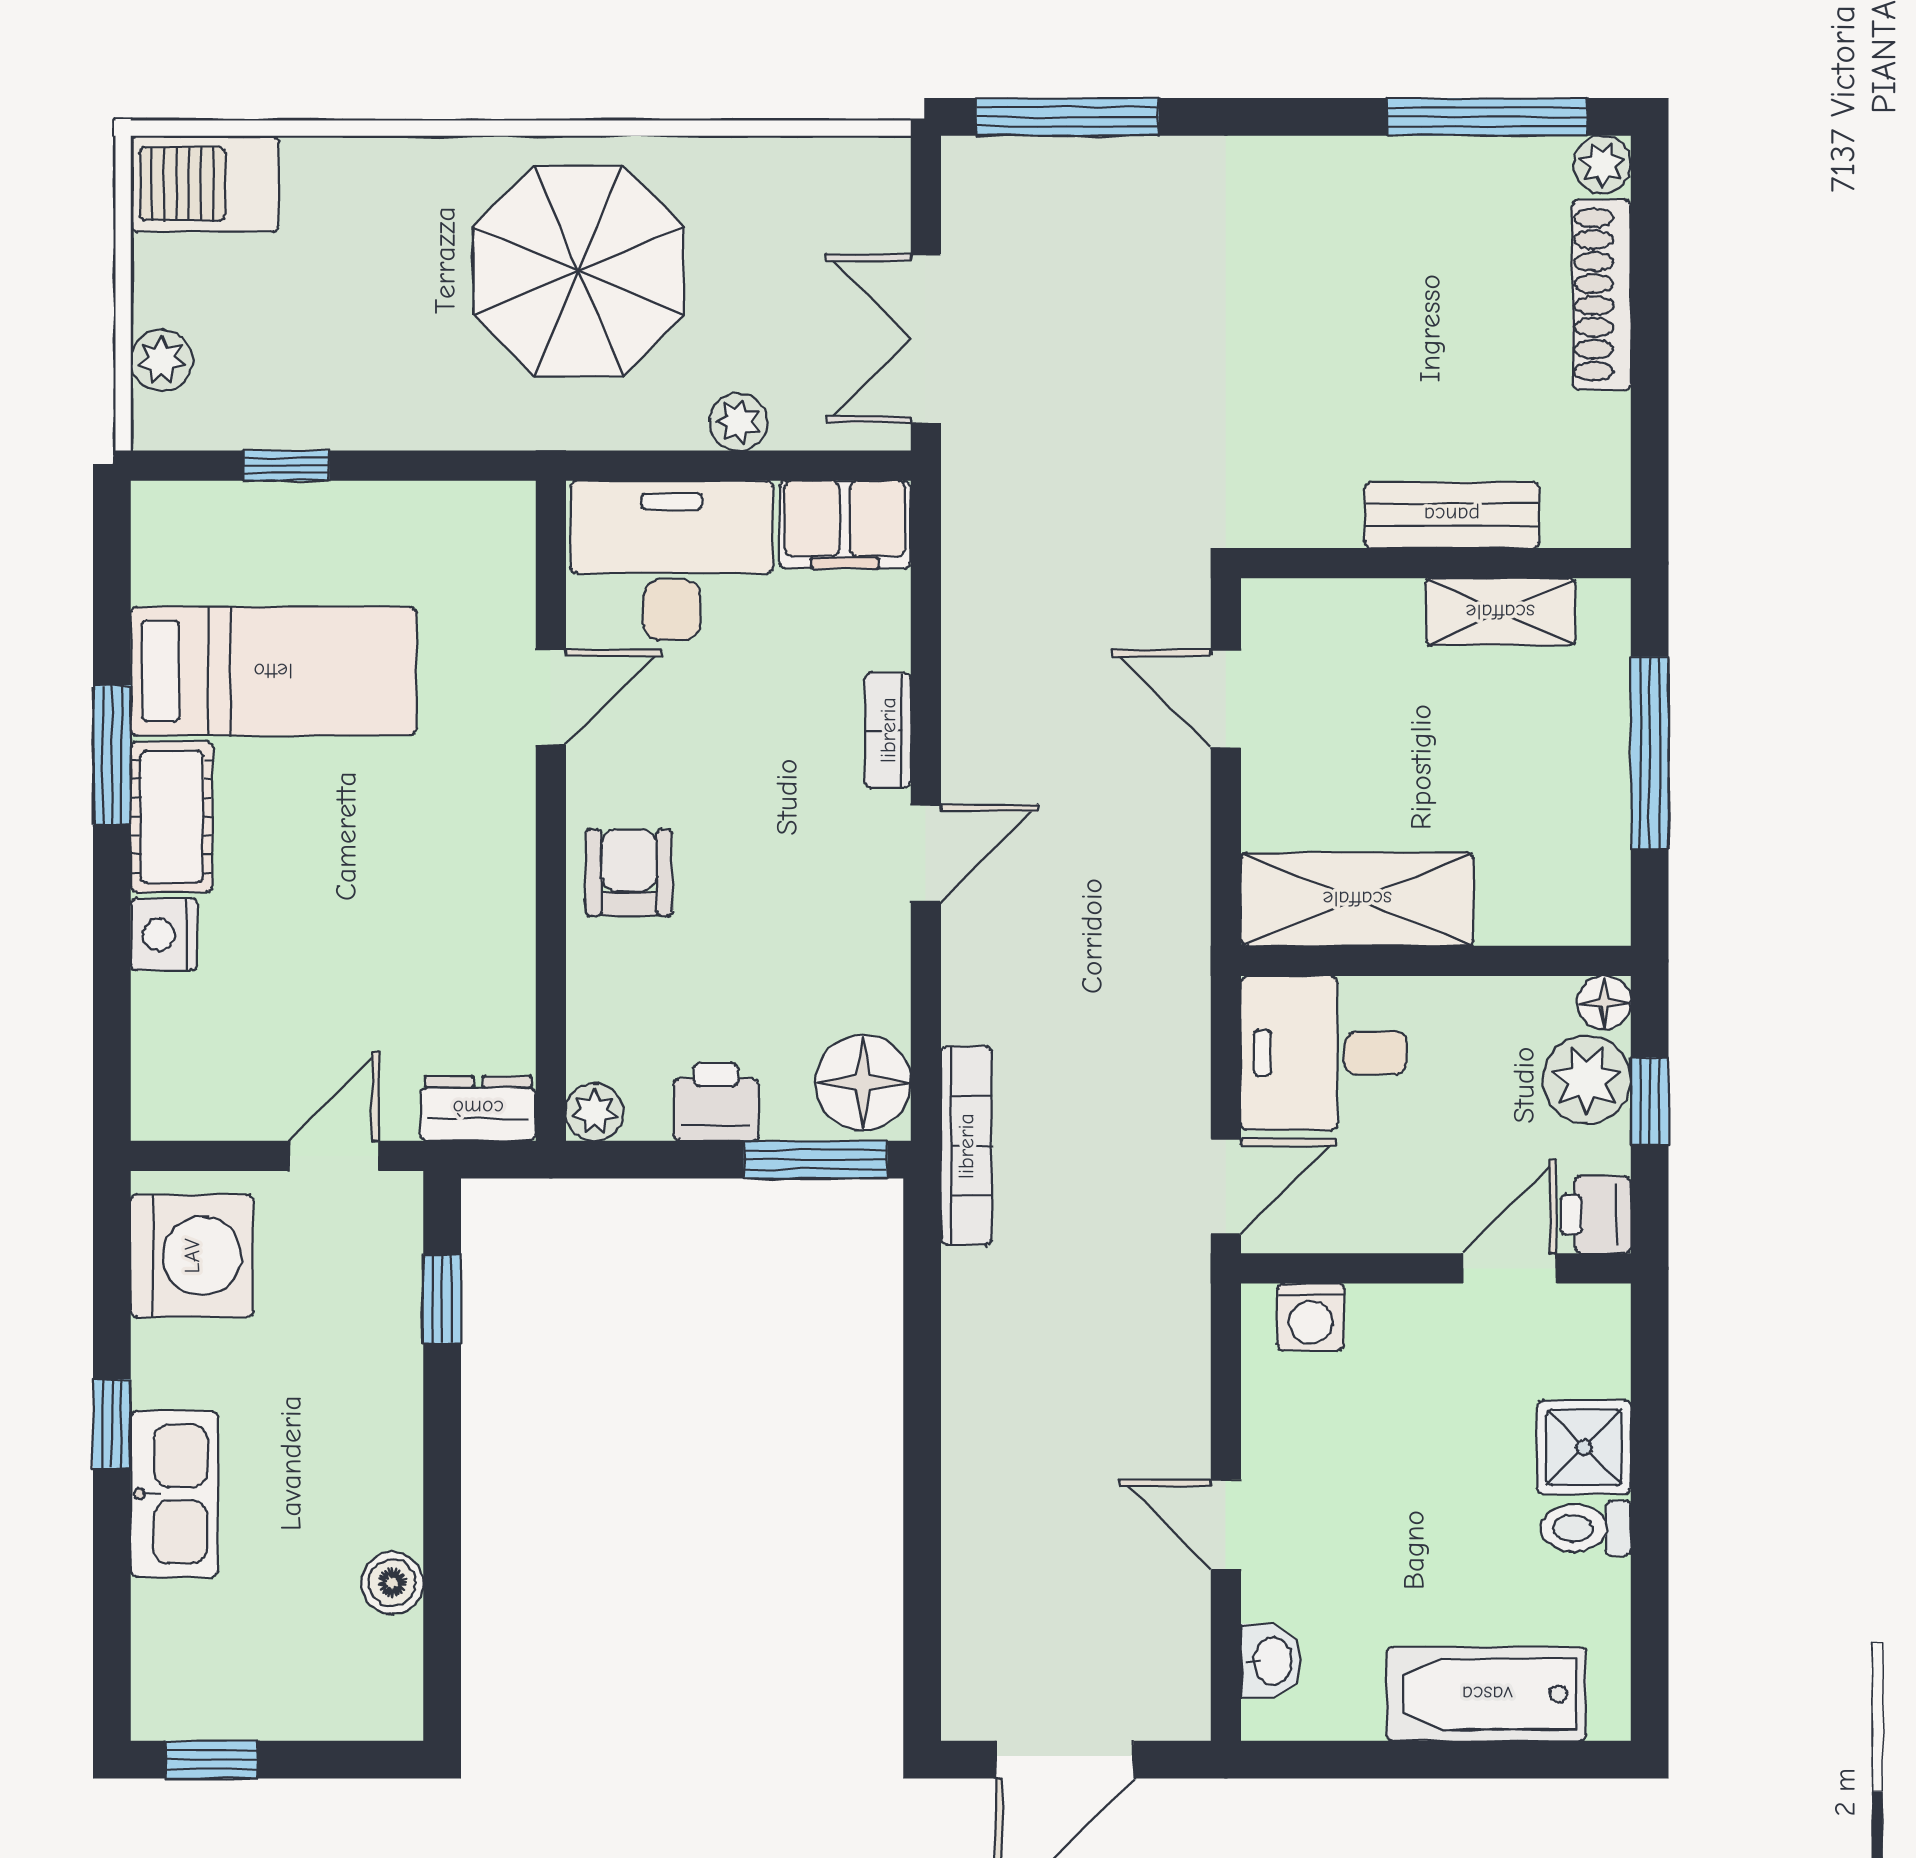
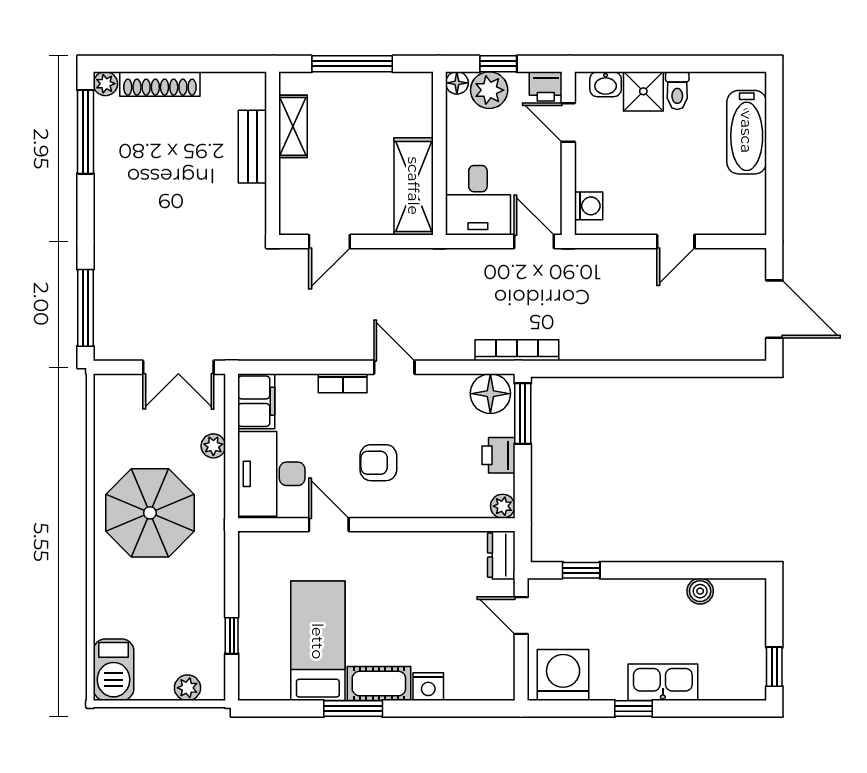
armchair: (629, 872) -> (378, 463), moved
washbasin: (1271, 1661) -> (606, 84), moved, turned 180

